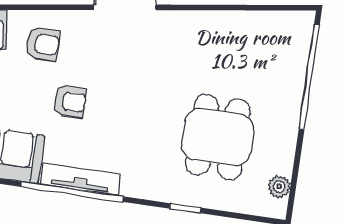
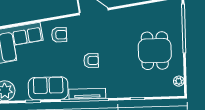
armchair: (70, 101) -> (91, 60), moved
dining table: (218, 137) -> (155, 51), moved

